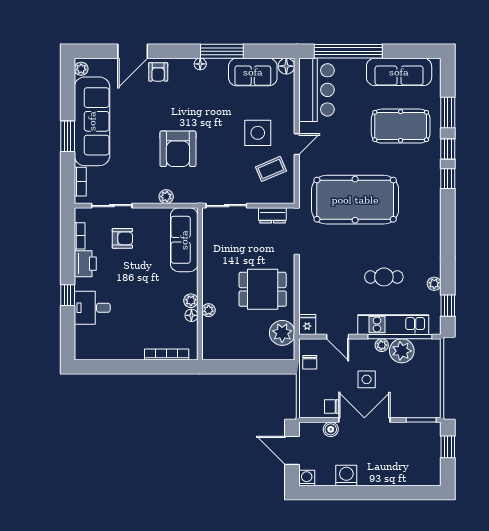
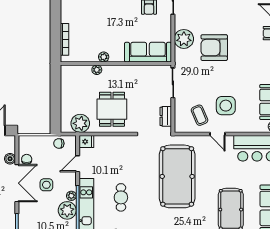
plant: (166, 197) -> (184, 39), width x1.88, depth x1.88
floor lamp: (191, 315) -> (93, 57), removed

